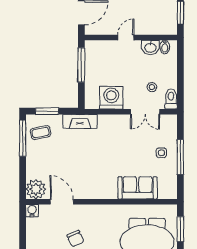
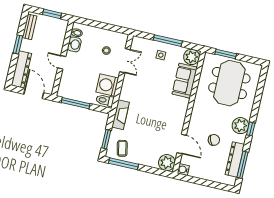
toilet: (171, 99) -> (105, 100), moved
plant: (168, 190) -> (192, 57), added
door: (62, 202) -> (182, 144), swing flipped

